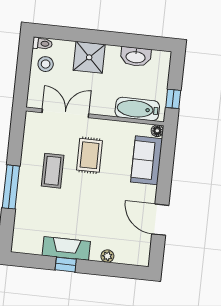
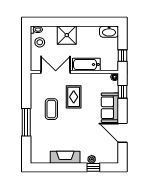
washbasin: (136, 57) -> (109, 32), moved
bathtub: (137, 109) -> (86, 64), moved
window: (167, 155) -> (123, 92), added
sofa: (147, 160) -> (110, 108), moved
window: (66, 265) -> (93, 167), moved

